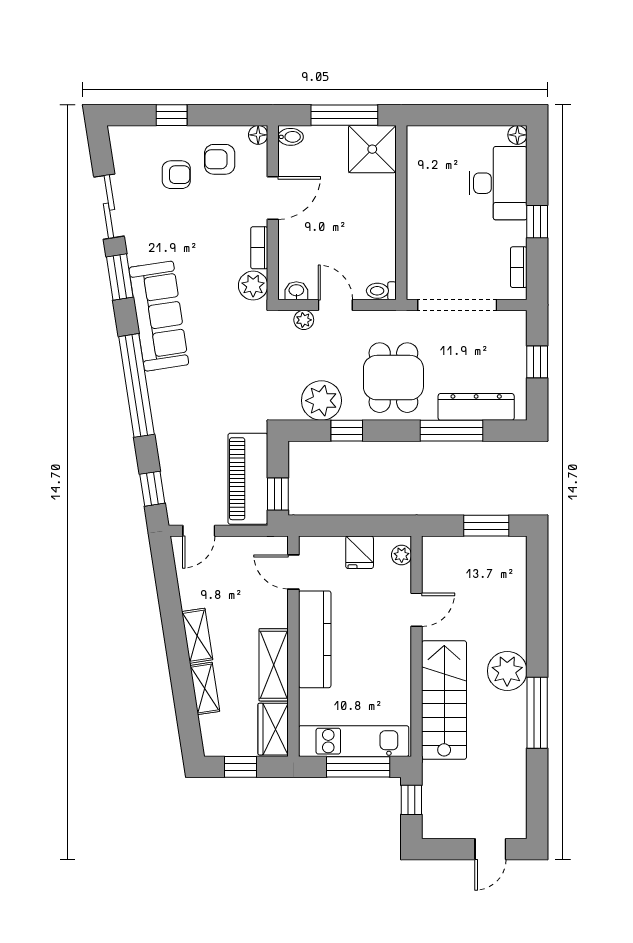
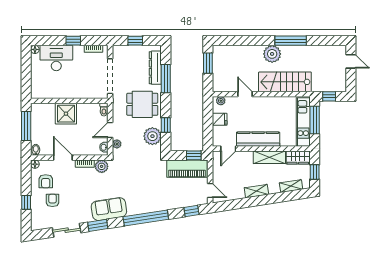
shower: (372, 149) -> (66, 114), moved
sofa: (159, 316) -> (109, 209), width x0.73
shelving: (205, 688) -> (291, 186), moved

